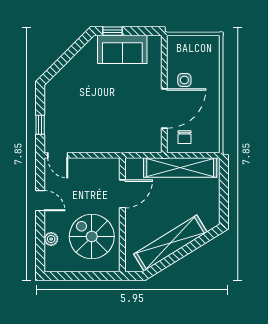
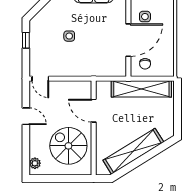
side table: (93, 104) -> (69, 36), added
window: (40, 125) -> (26, 40), moved
door: (122, 194) -> (94, 111), swing flipped
plant: (51, 239) -> (35, 163), moved

